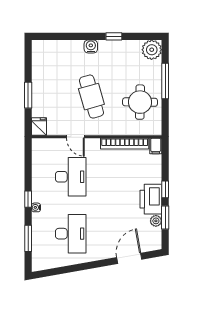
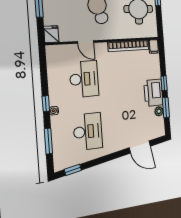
door: (129, 258) -> (140, 147), swing flipped
window: (52, 272) -> (73, 170), added

